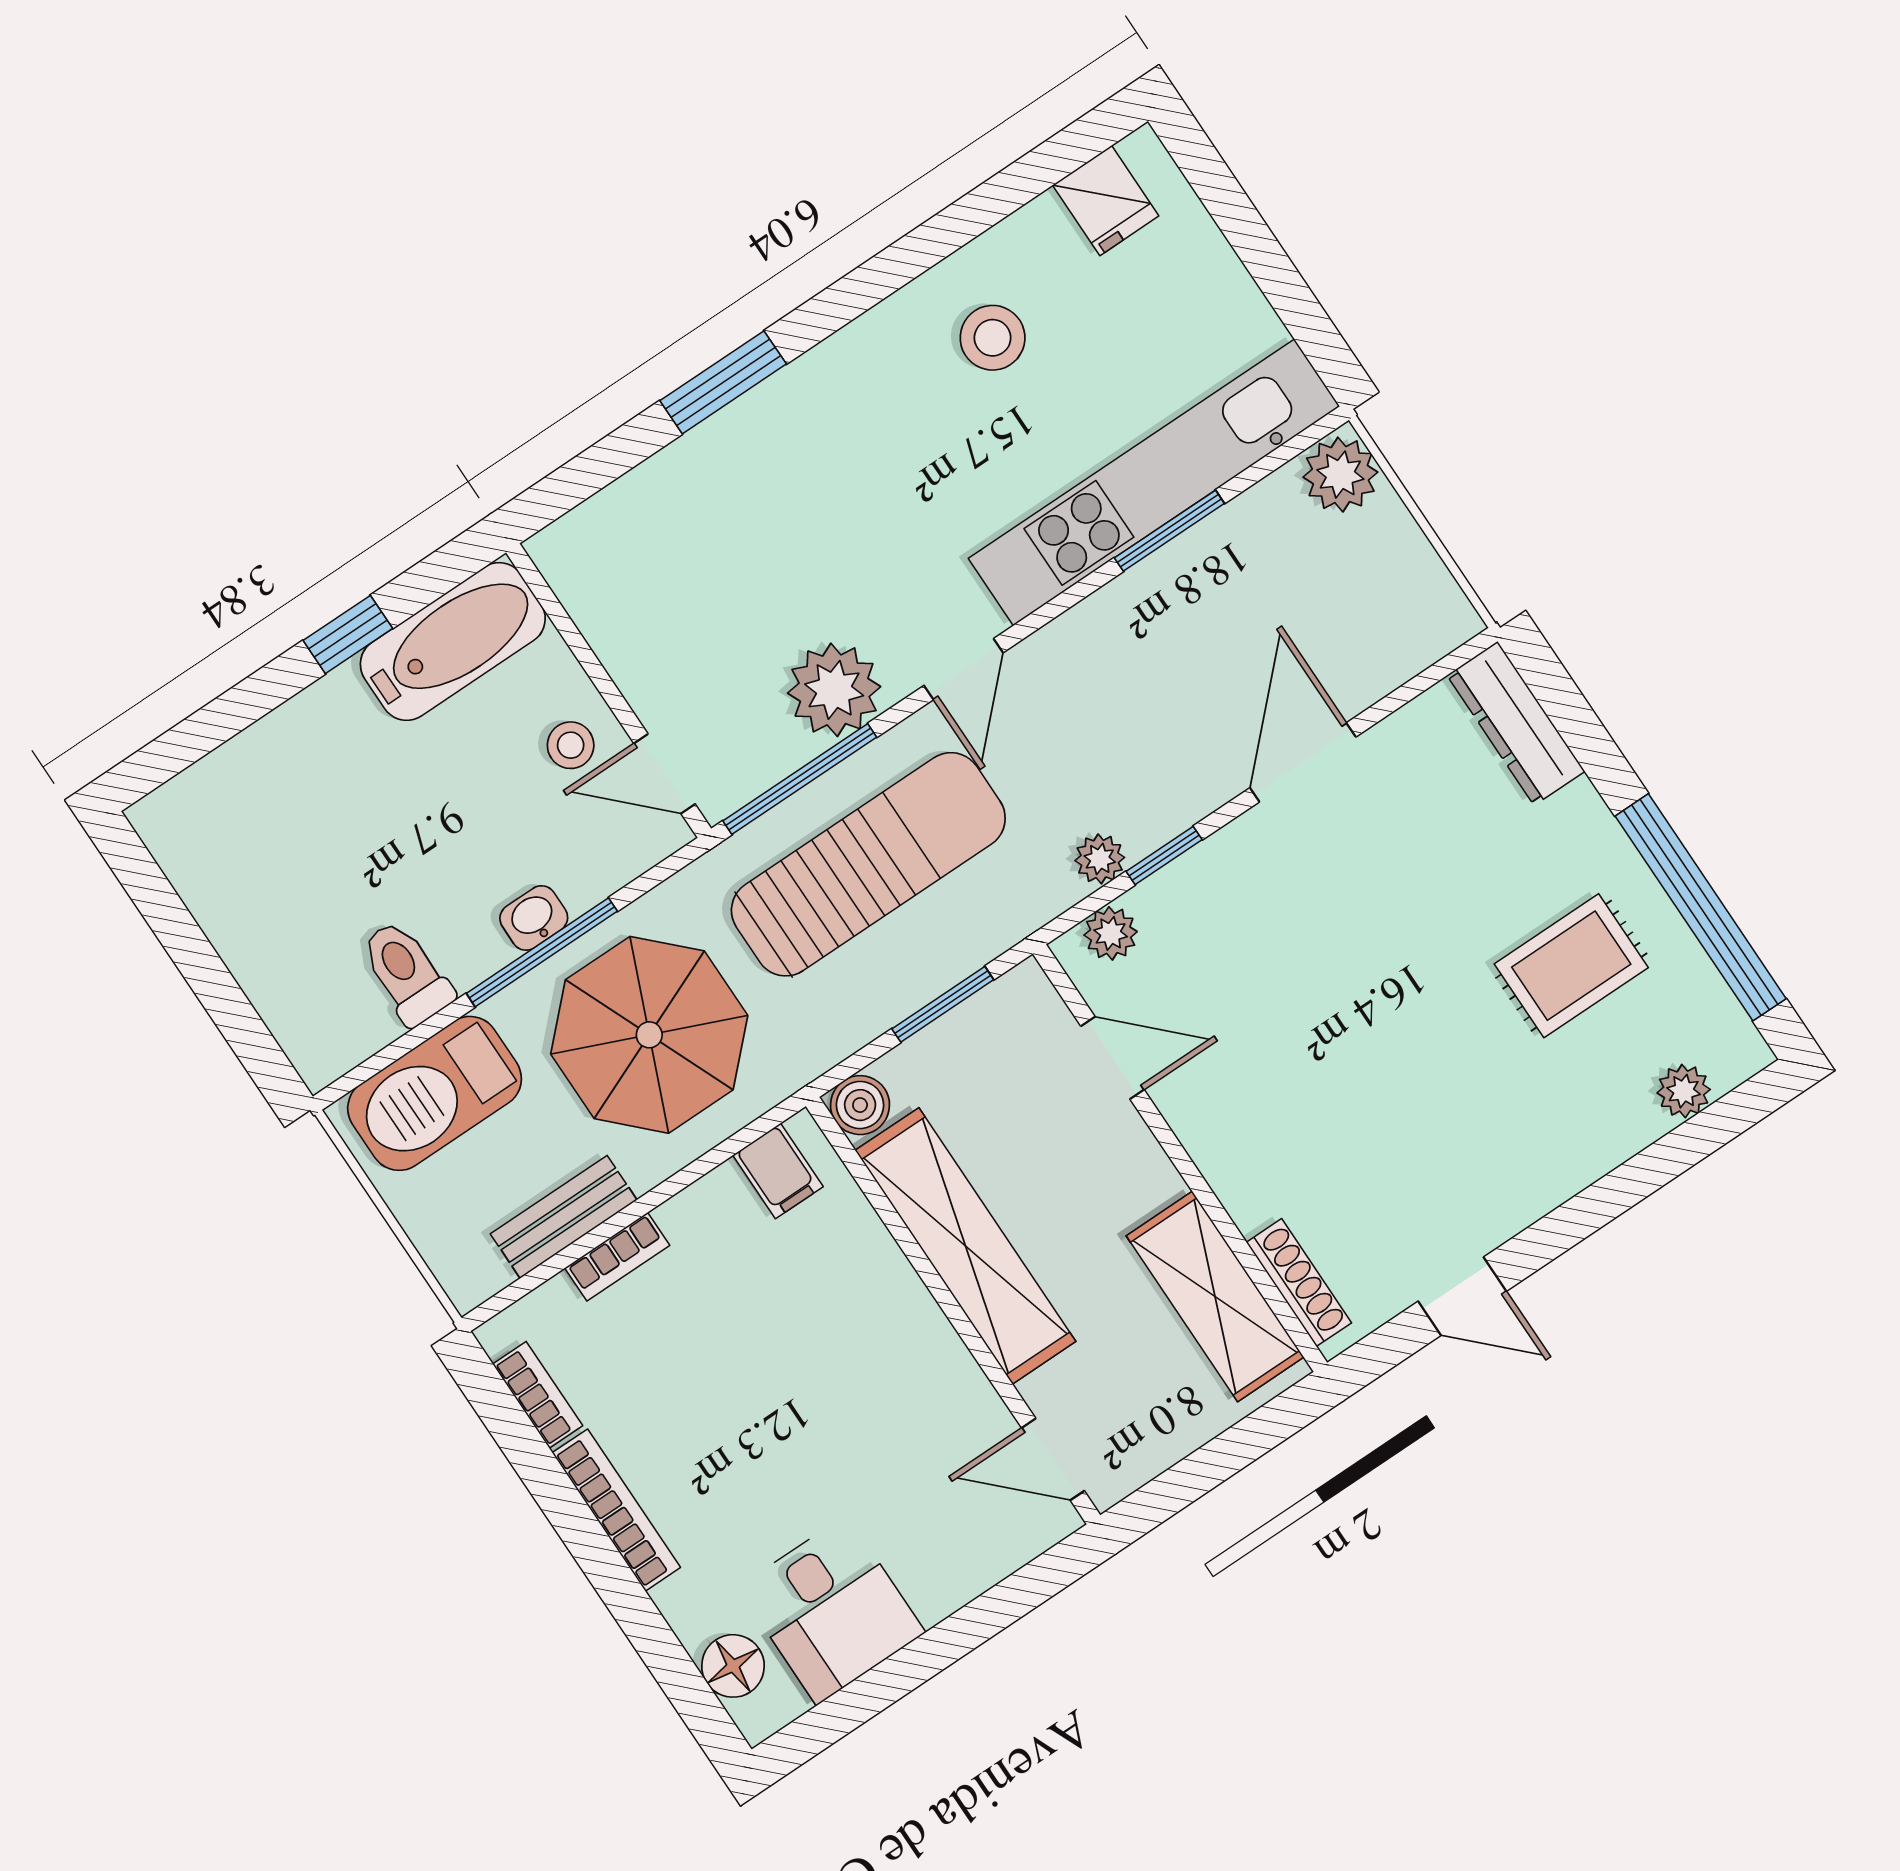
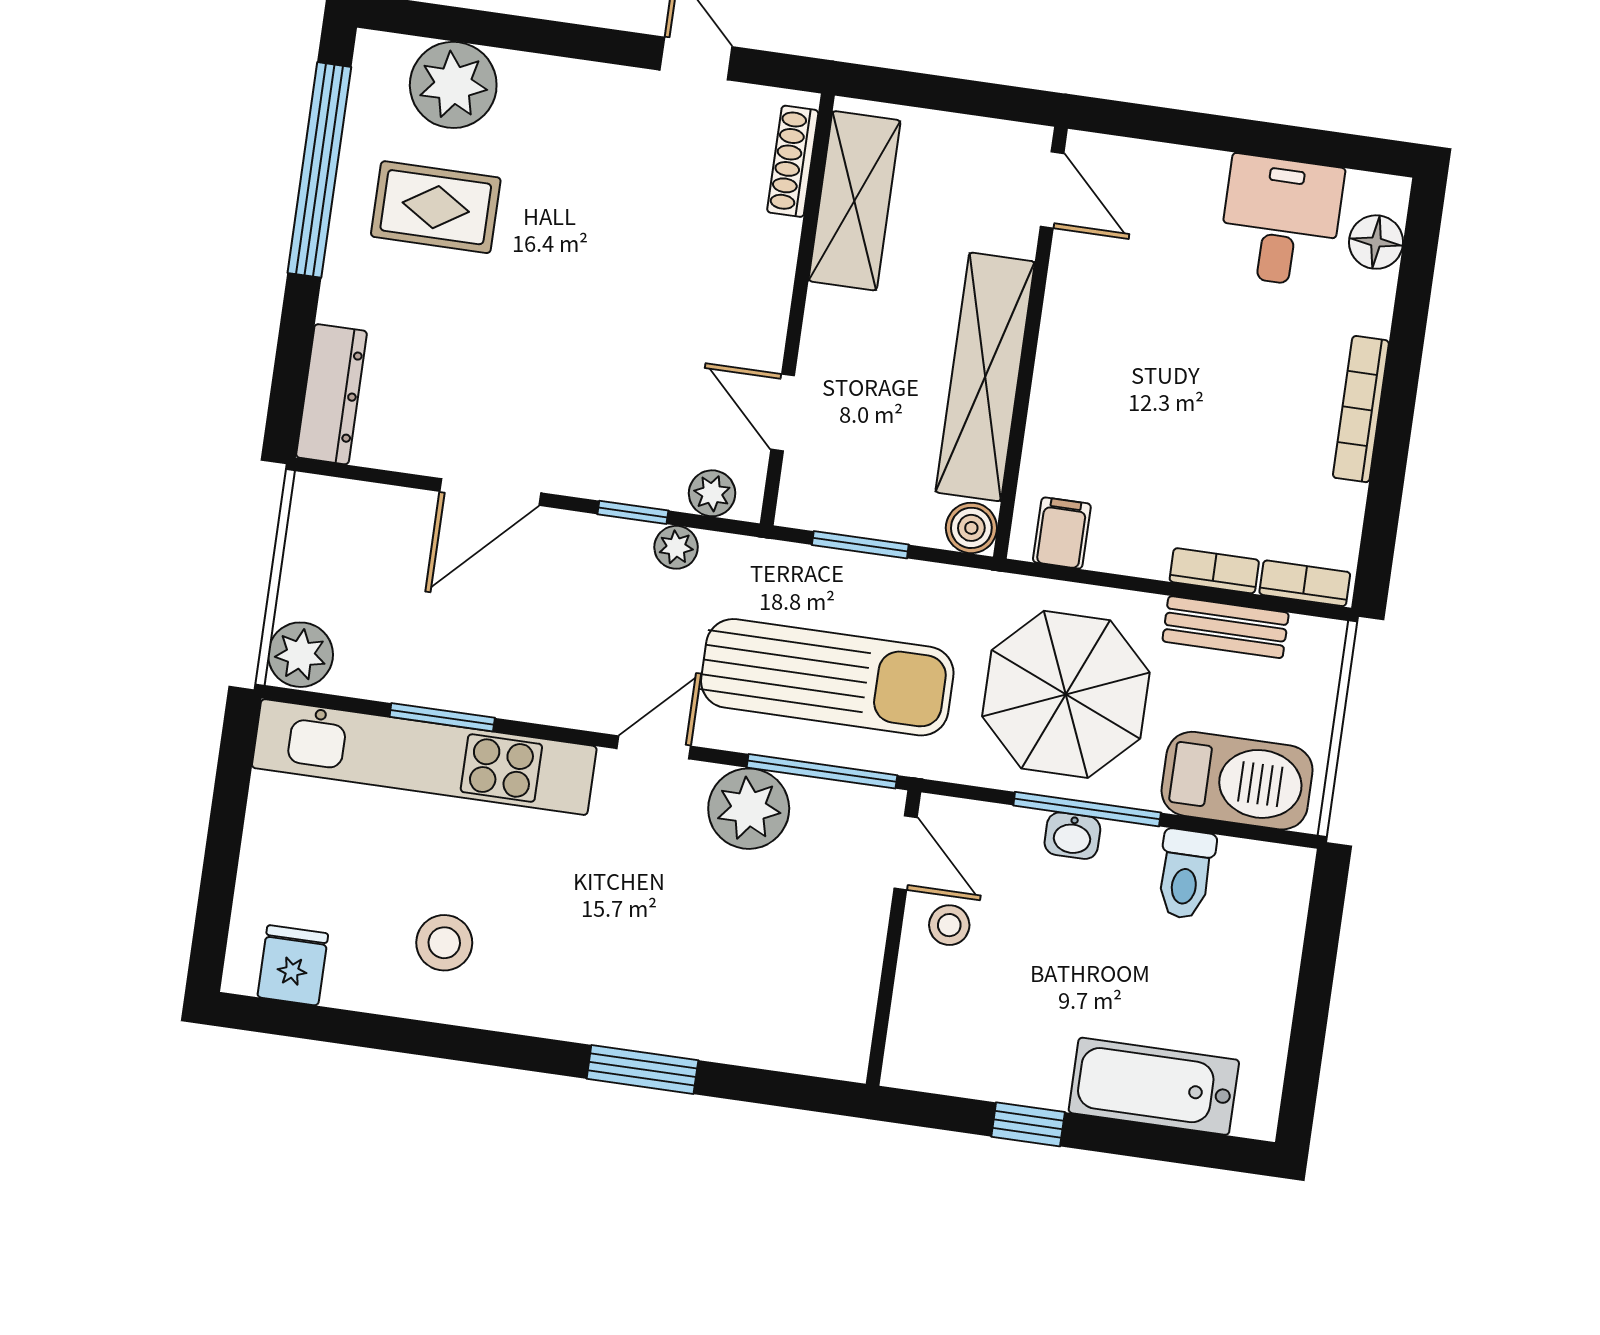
bathtub: (453, 641) -> (1154, 1086), moved
sun lounger: (868, 864) -> (827, 677), turned 180
plant: (1684, 1091) -> (453, 85), width x1.87, depth x1.87
bookcase: (538, 1395) -> (1305, 583), moved, turned 90

